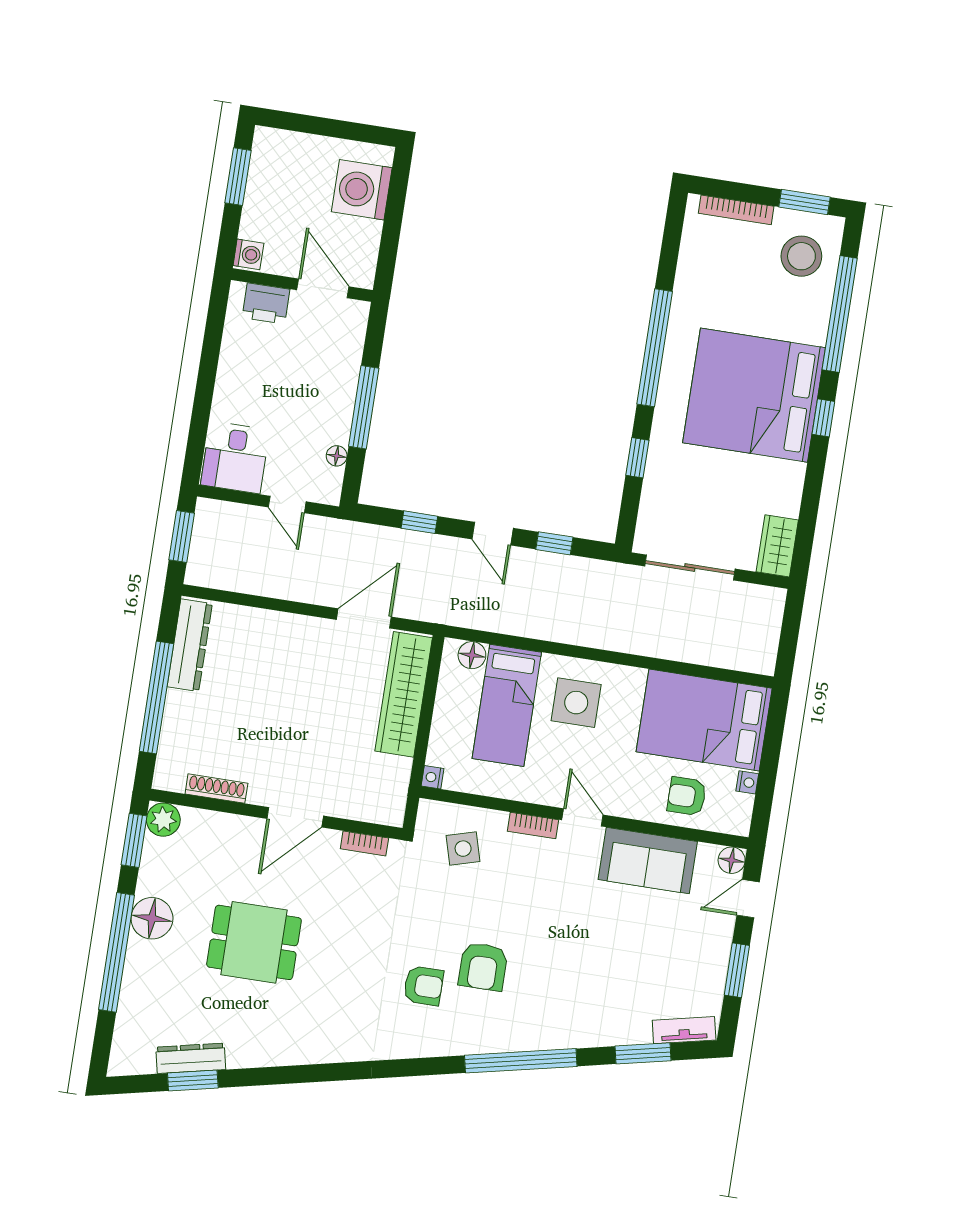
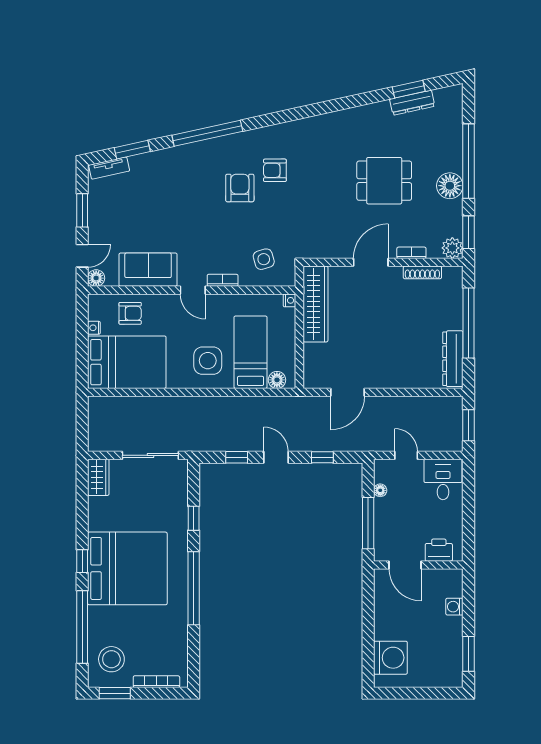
wall: (302, 285) -> (418, 565), moved
door: (323, 288) -> (405, 565), moved
printer: (266, 303) -> (439, 550), moved
wardrobe: (404, 694) -> (315, 304), moved
bookcase: (364, 843) -> (411, 253), moved

